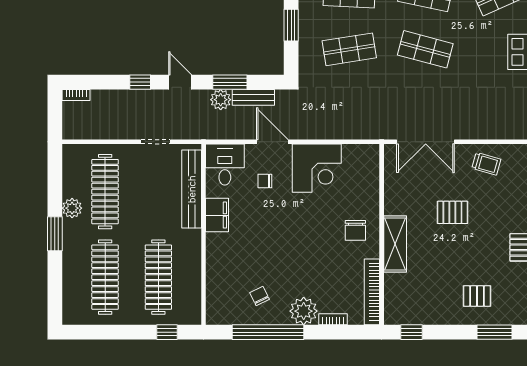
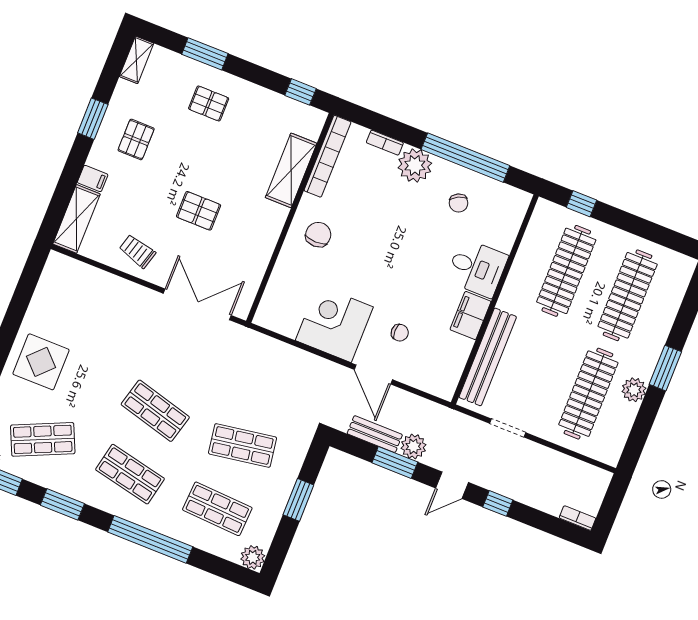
door: (180, 82) -> (452, 485), hinge flipped
desk: (225, 165) -> (477, 268), moved, turned -90
shelving: (395, 244) -> (291, 170), moved

